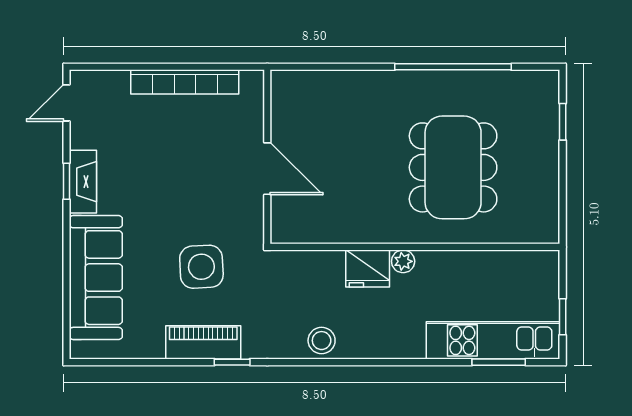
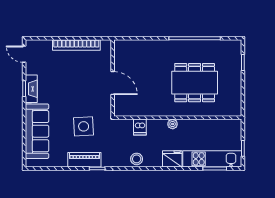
door: (66, 103) -> (24, 54), hinge flipped
dining table: (453, 167) -> (195, 83), turned 90
dishwasher: (329, 268) -> (140, 127), added
fridge: (368, 269) -> (172, 159), moved, turned 180

